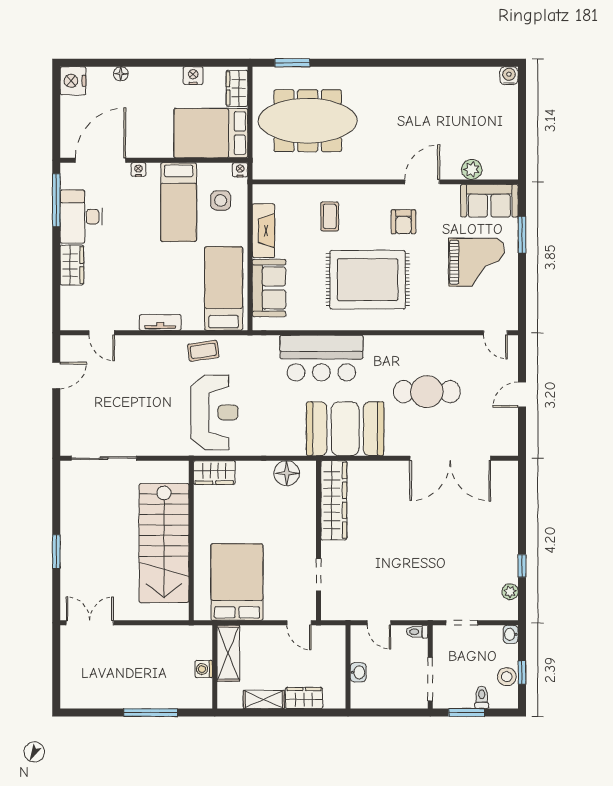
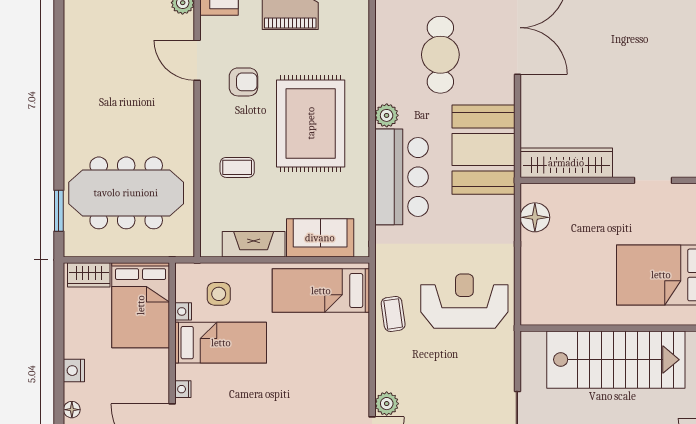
nightstand: (193, 76) -> (74, 371), moved
meeting table: (308, 121) -> (126, 193), turned 90
nightstand: (240, 170) -> (183, 311), moved
tv unit: (160, 322) -> (360, 364), removed
plant: (126, 345) -> (387, 404), added
plant: (375, 345) -> (387, 115), added
wardrobe: (214, 473) -> (534, 301), removed

